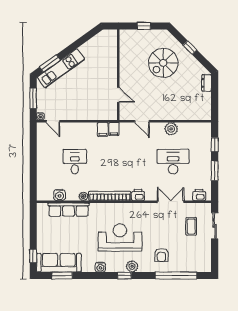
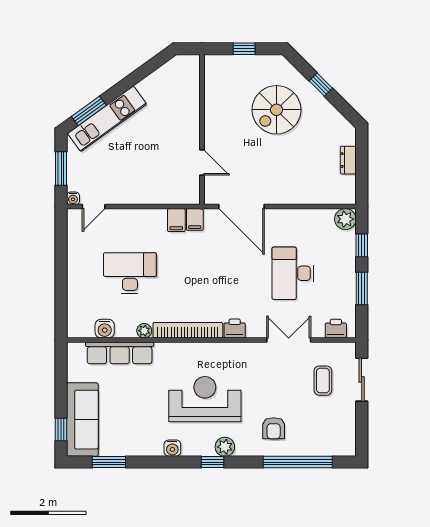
dresser: (206, 83) -> (348, 160), moved
door: (53, 121) -> (94, 207), hinge flipped
door: (142, 121) -> (241, 207), width x1.88
plant: (171, 129) -> (345, 219), moved
desk: (75, 162) -> (130, 273), width x1.37
desk: (173, 162) -> (293, 273), turned -90
sofa: (59, 263) -> (82, 420), moved, turned 90

